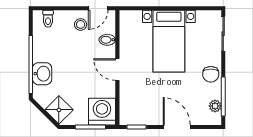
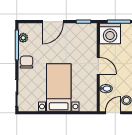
door: (177, 127) -> (53, 22), hinge flipped

